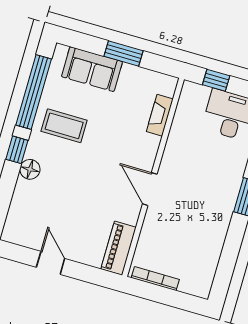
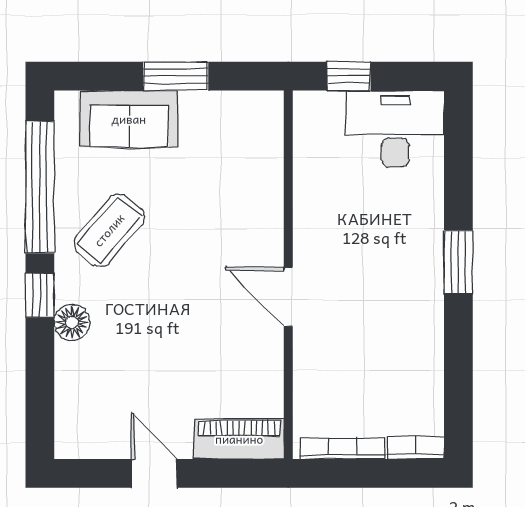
fireplace: (160, 115) -> (269, 165), removed
coffee table: (64, 126) -> (109, 230), turned -49
piano: (118, 248) -> (239, 439), moved, turned 90
bookcase: (195, 290) -> (416, 448), added

